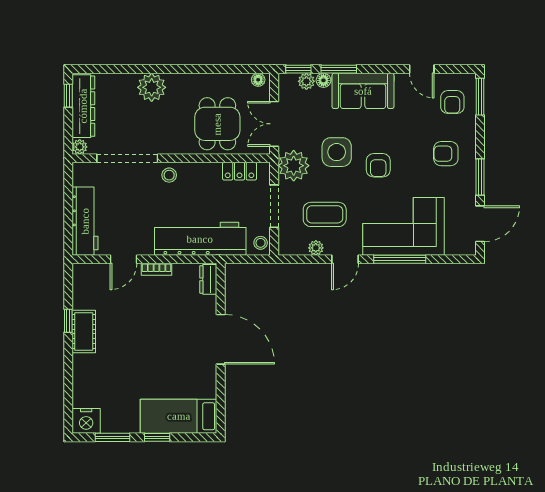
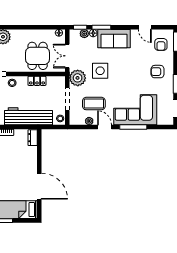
armchair: (378, 165) -> (122, 78), removed
locker: (240, 171) -> (37, 81), moved
door: (345, 259) -> (105, 127), swing flipped
door: (221, 339) -> (39, 186), moved

